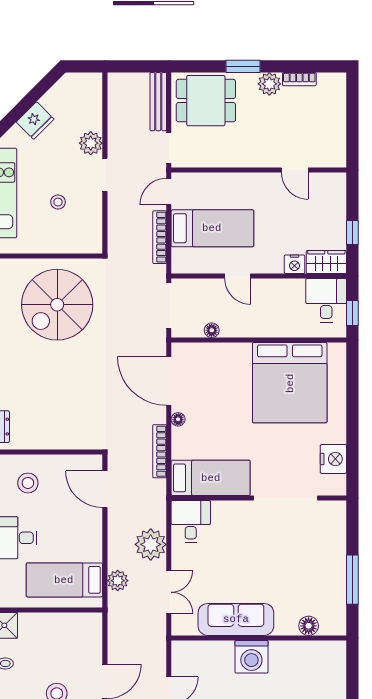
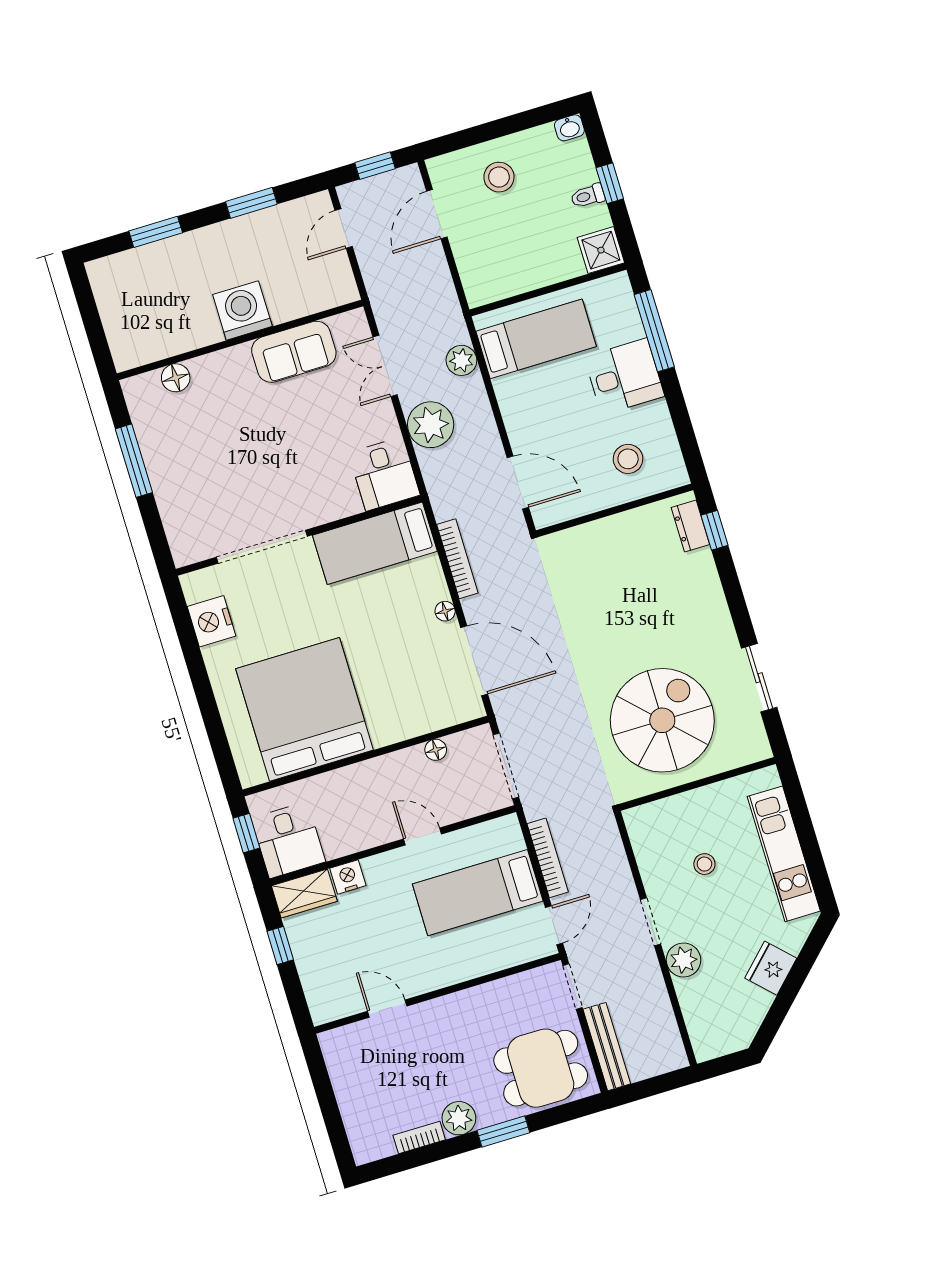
sofa: (236, 619) -> (294, 352), width x0.73

